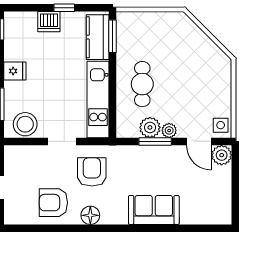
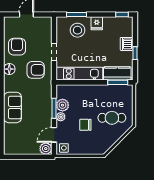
cafe table: (142, 84) -> (112, 118), moved
chair: (182, 90) -> (85, 125), added
stool: (25, 124) -> (77, 30), moved

